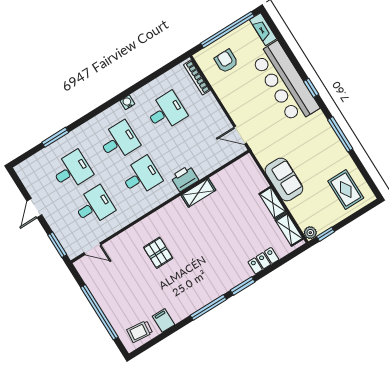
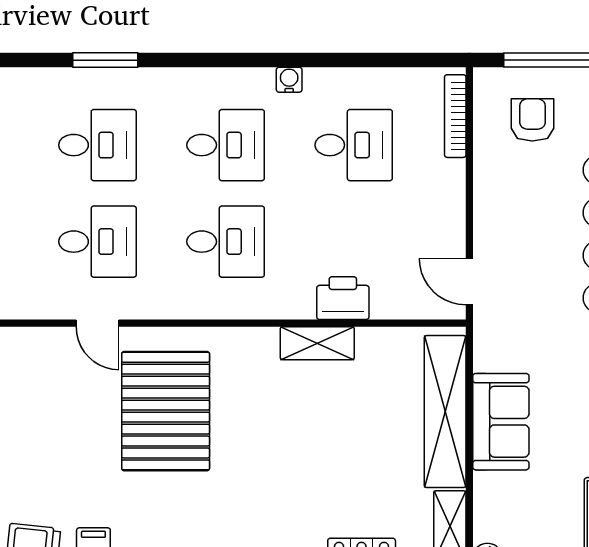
printer: (185, 178) -> (343, 298), moved
shelving: (273, 203) -> (445, 412), width x2.20, depth x1.33
door: (92, 249) -> (97, 323), moved
pallet: (158, 253) -> (166, 411), width x2.05, depth x2.00

